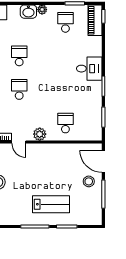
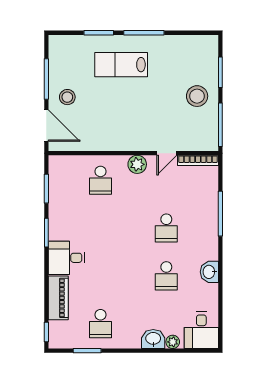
plant: (42, 10) -> (173, 342), moved
piano: (95, 20) -> (58, 298), moved
door: (19, 142) -> (167, 153), swing flipped

